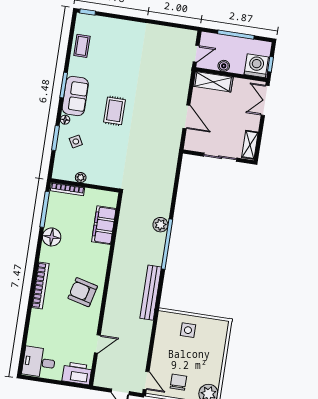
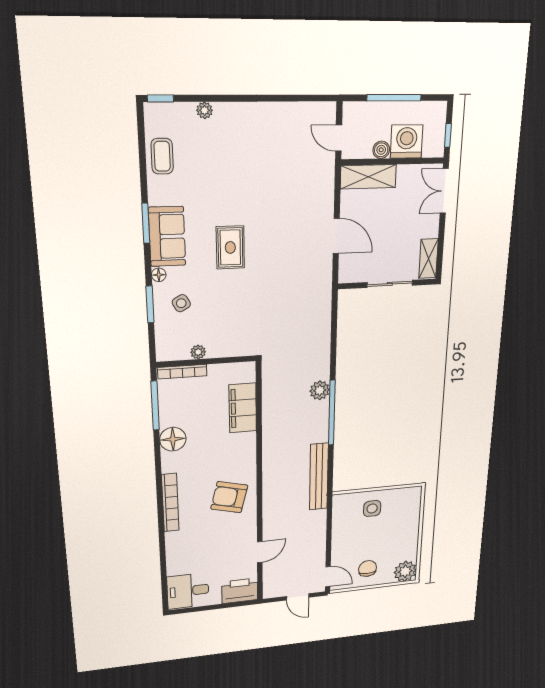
plant: (113, 23) -> (205, 110), added
door: (196, 54) -> (339, 138), swing flipped
washing machine: (256, 66) -> (407, 142), moved

